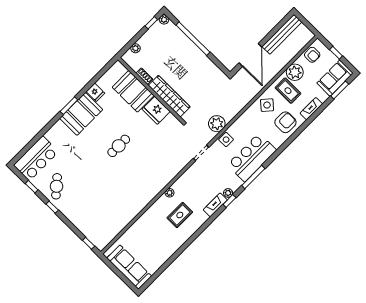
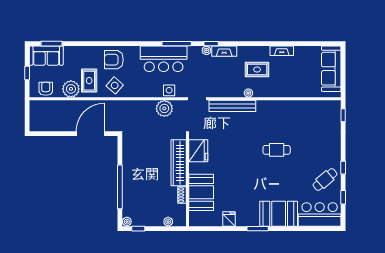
bench: (282, 34) -> (232, 106), moved
fireplace: (311, 109) -> (282, 51), moved
fridge: (156, 110) -> (198, 151), moved
booth: (81, 114) -> (279, 214), moved
cafe table: (119, 146) -> (277, 150), moved

